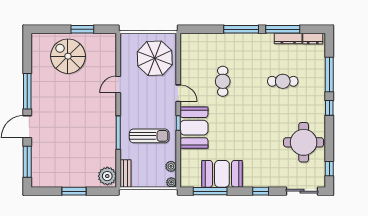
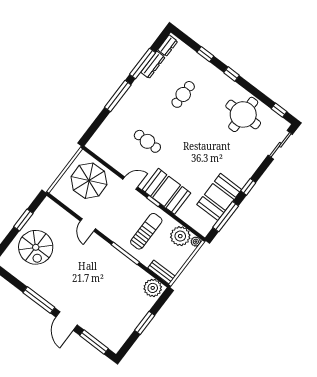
spiral stairs: (68, 56) -> (36, 247), turned -90
window: (329, 74) -> (205, 54), width x0.46
plant: (171, 166) -> (180, 236), width x1.88, depth x1.88
window: (261, 191) -> (248, 187), moved

